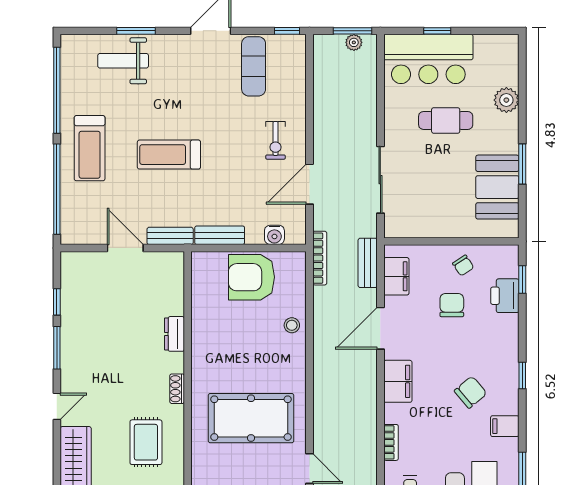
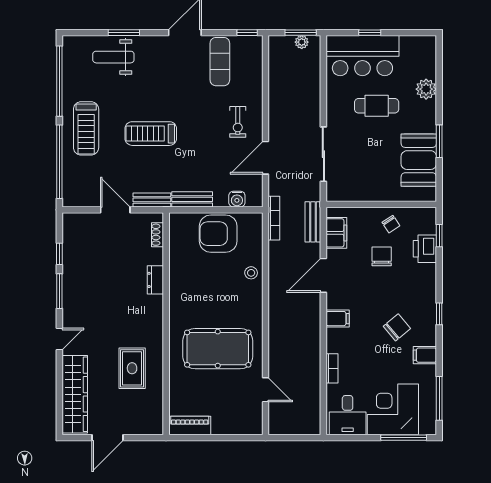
filing cabinet: (398, 381) -> (338, 319), width x0.50
shoe rack: (177, 389) -> (157, 235), moved

